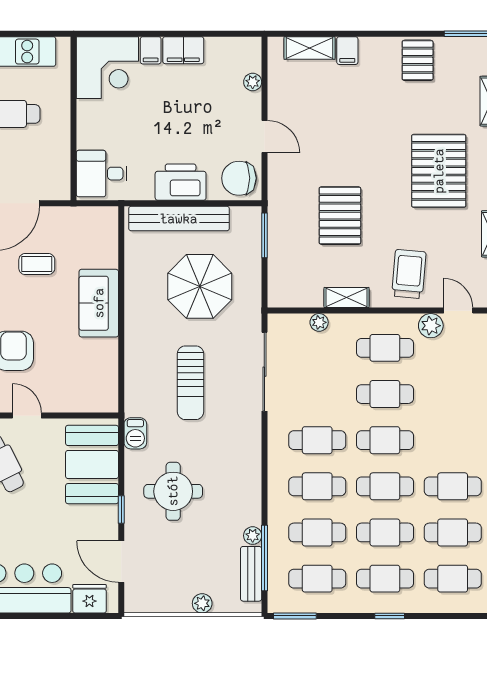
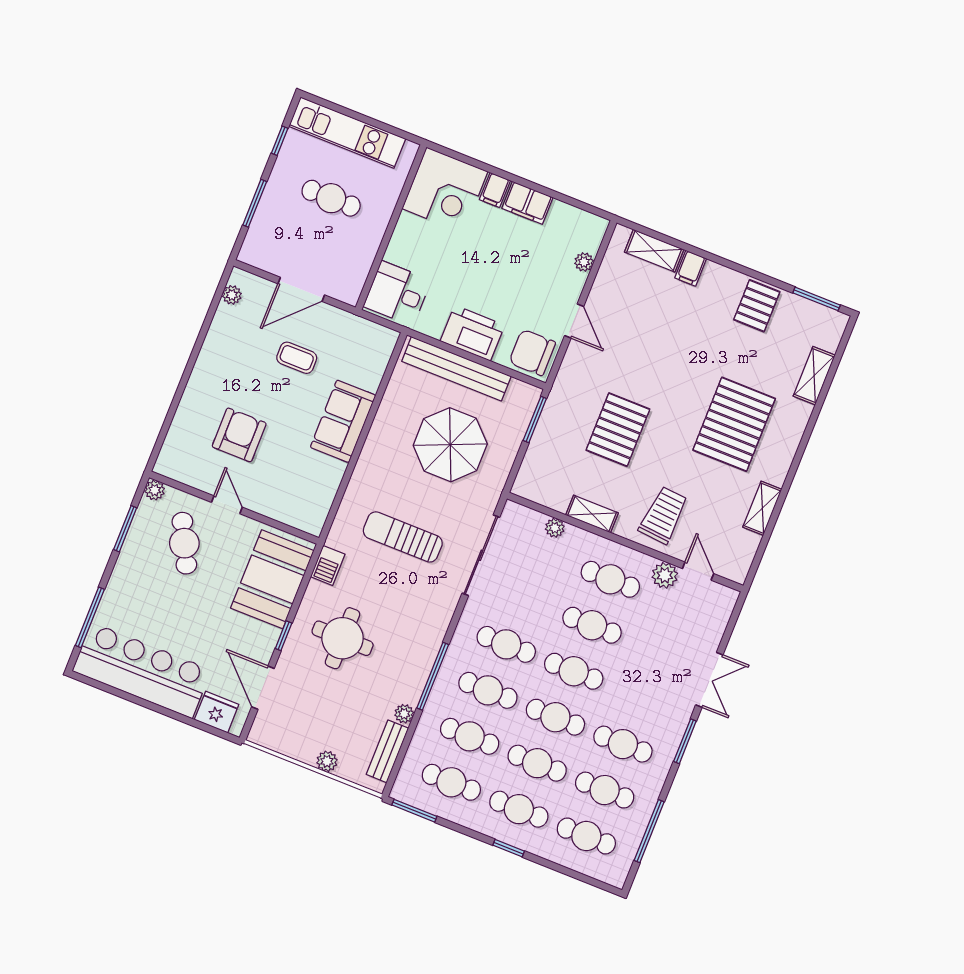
sun lounger: (191, 383) -> (403, 537), turned 90
window: (264, 558) -> (433, 676), moved

